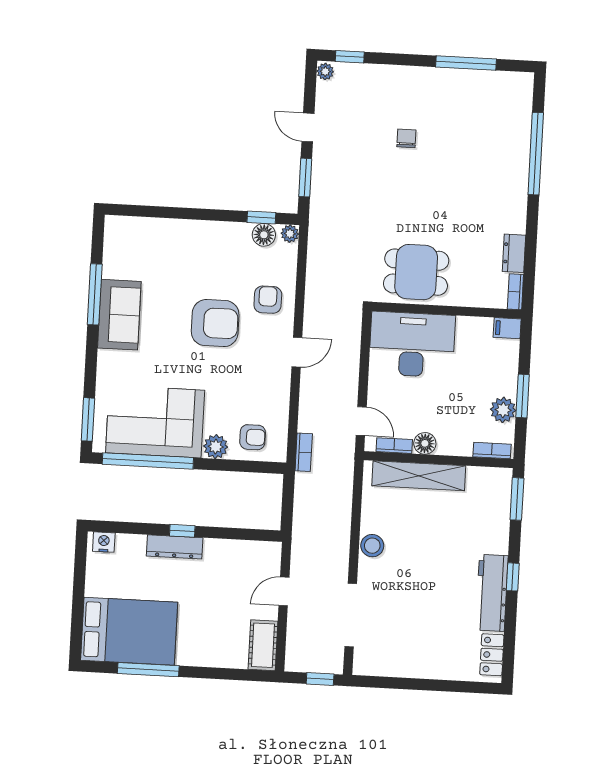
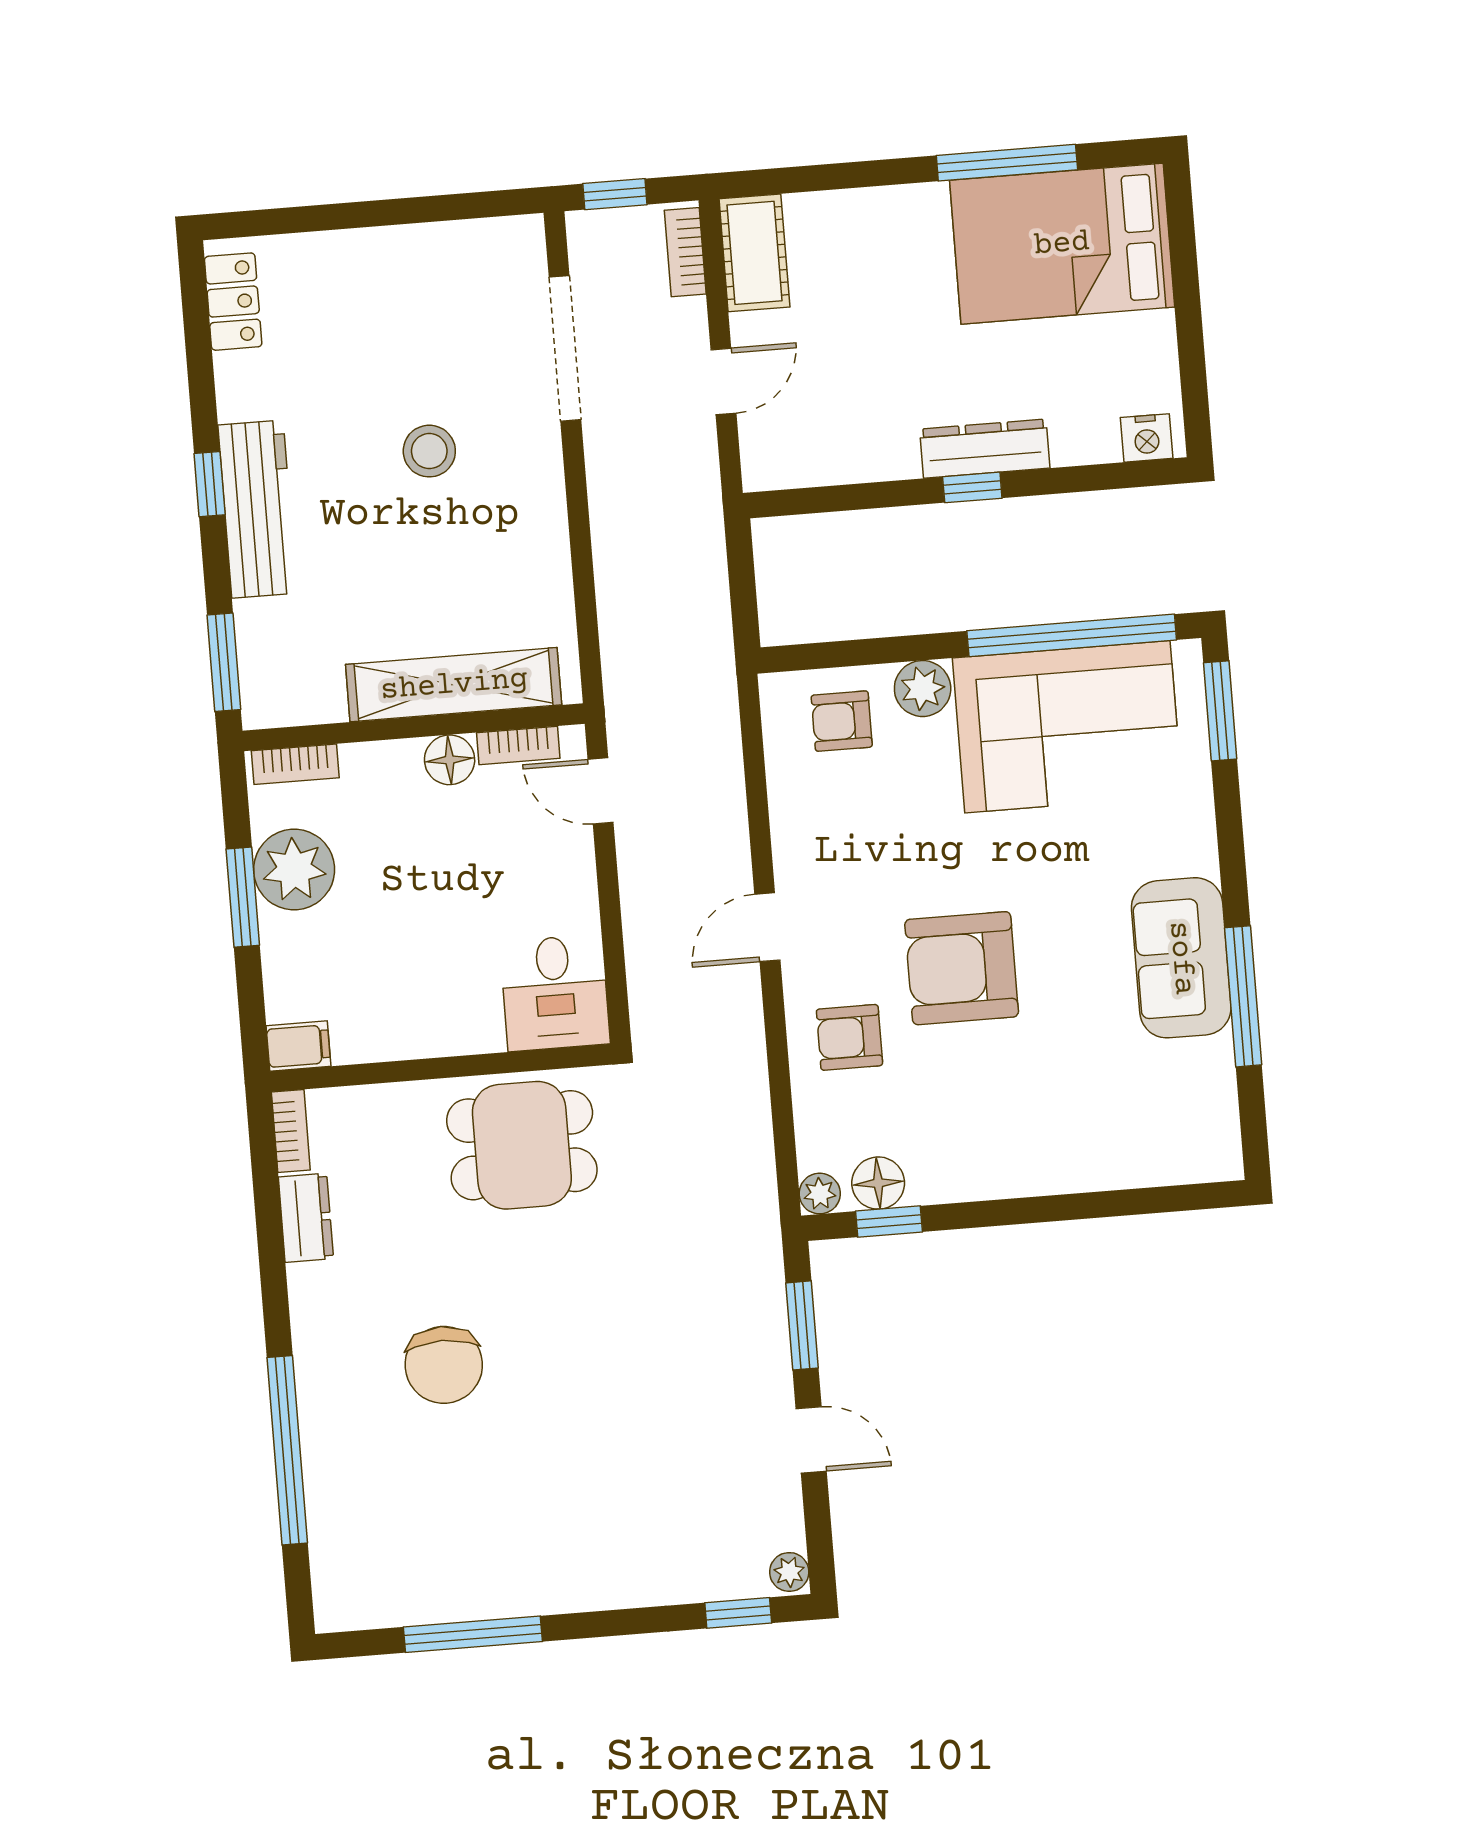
chair: (406, 138) -> (444, 1365), moved, width x1.87, depth x1.87
armchair: (268, 300) -> (849, 1037), turned 90
desk: (412, 345) -> (555, 993), width x0.53, depth x0.77
plant: (503, 410) -> (294, 870), width x1.36, depth x1.36
bookcase: (304, 452) -> (685, 252), moved
stool: (372, 546) -> (429, 451), moved
workbench: (492, 593) -> (257, 509), moved

